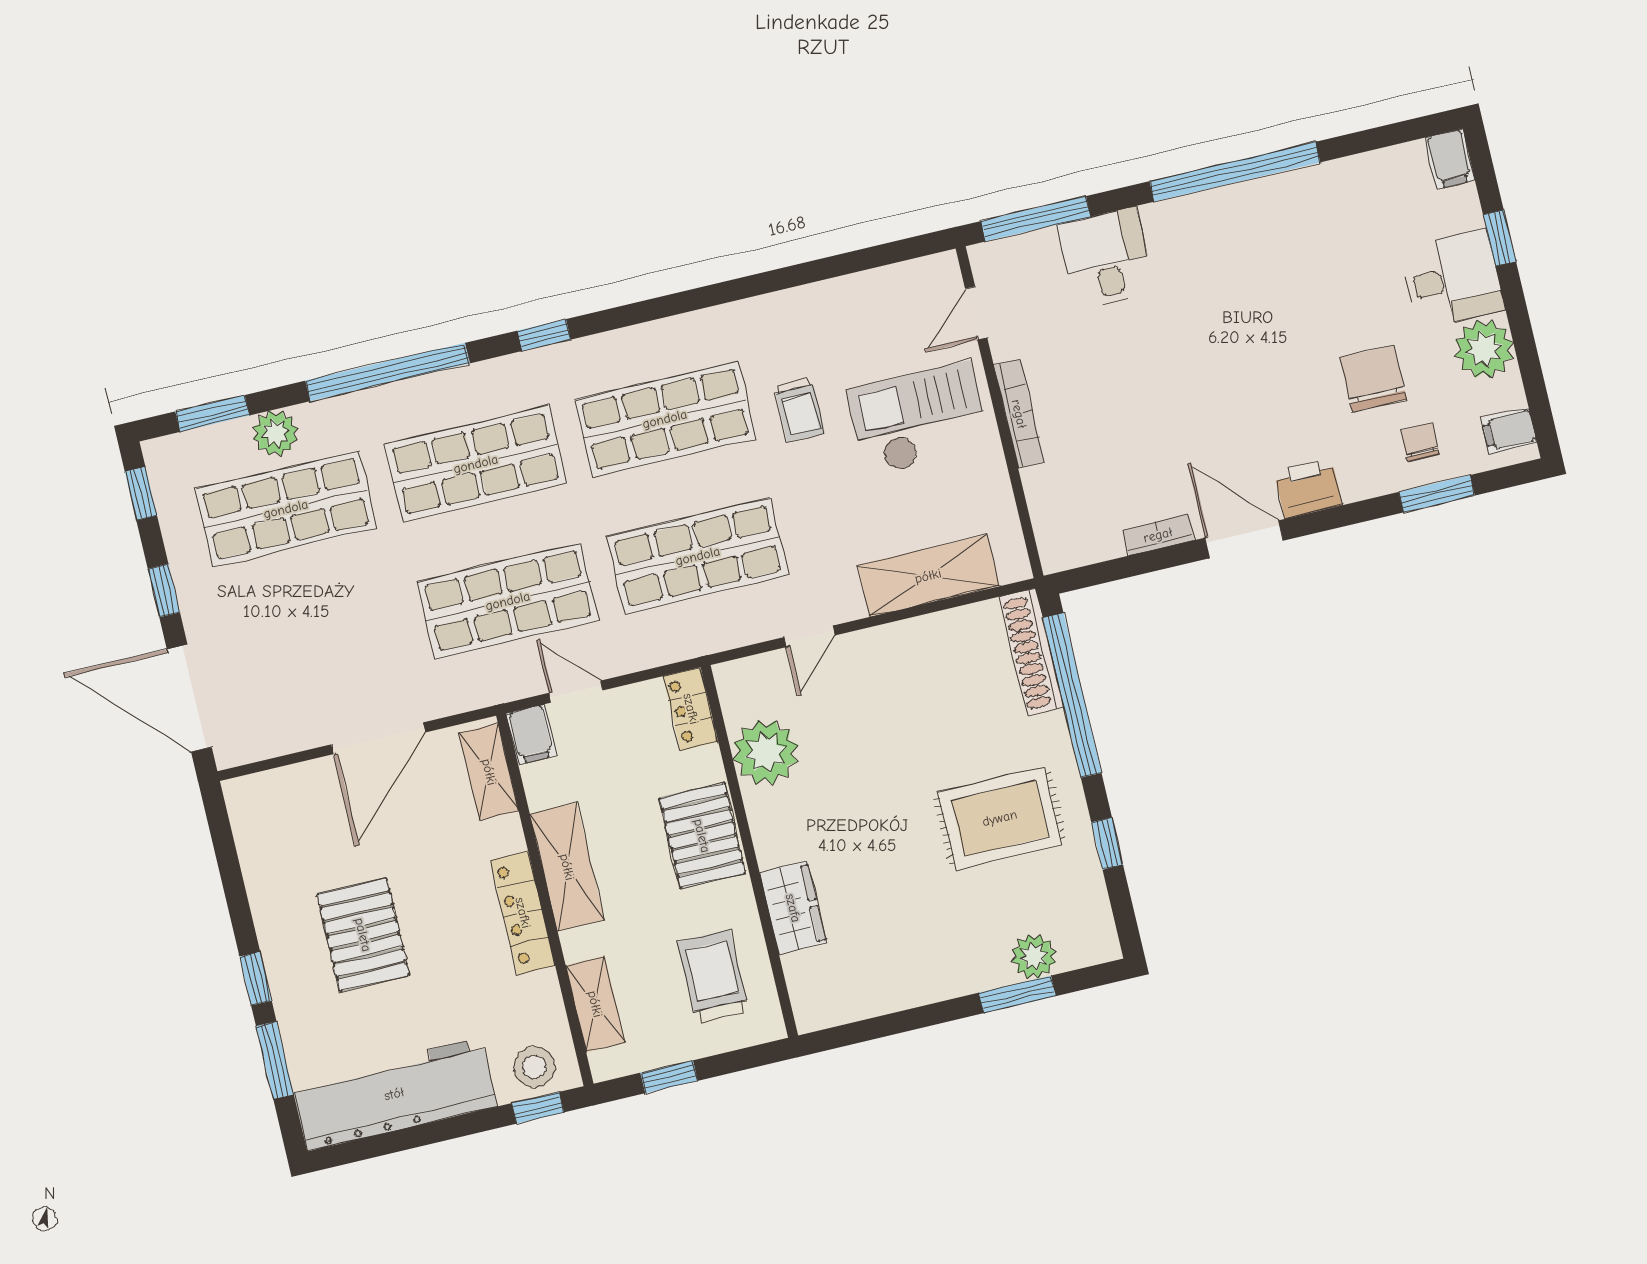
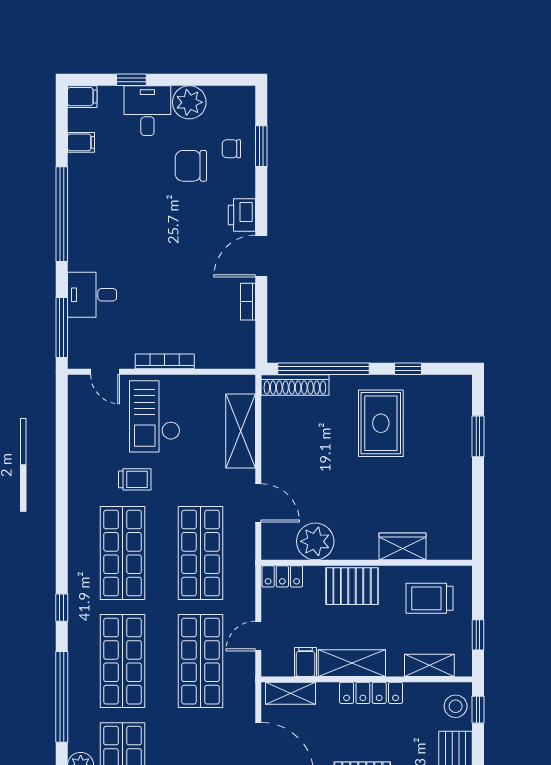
filing cabinet: (1509, 430) -> (81, 142), moved, turned -90
door: (810, 636) -> (258, 503), width x1.38
filing cabinet: (531, 734) -> (306, 662), moved, turned -90
plant: (1034, 956) -> (460, 423), removed

